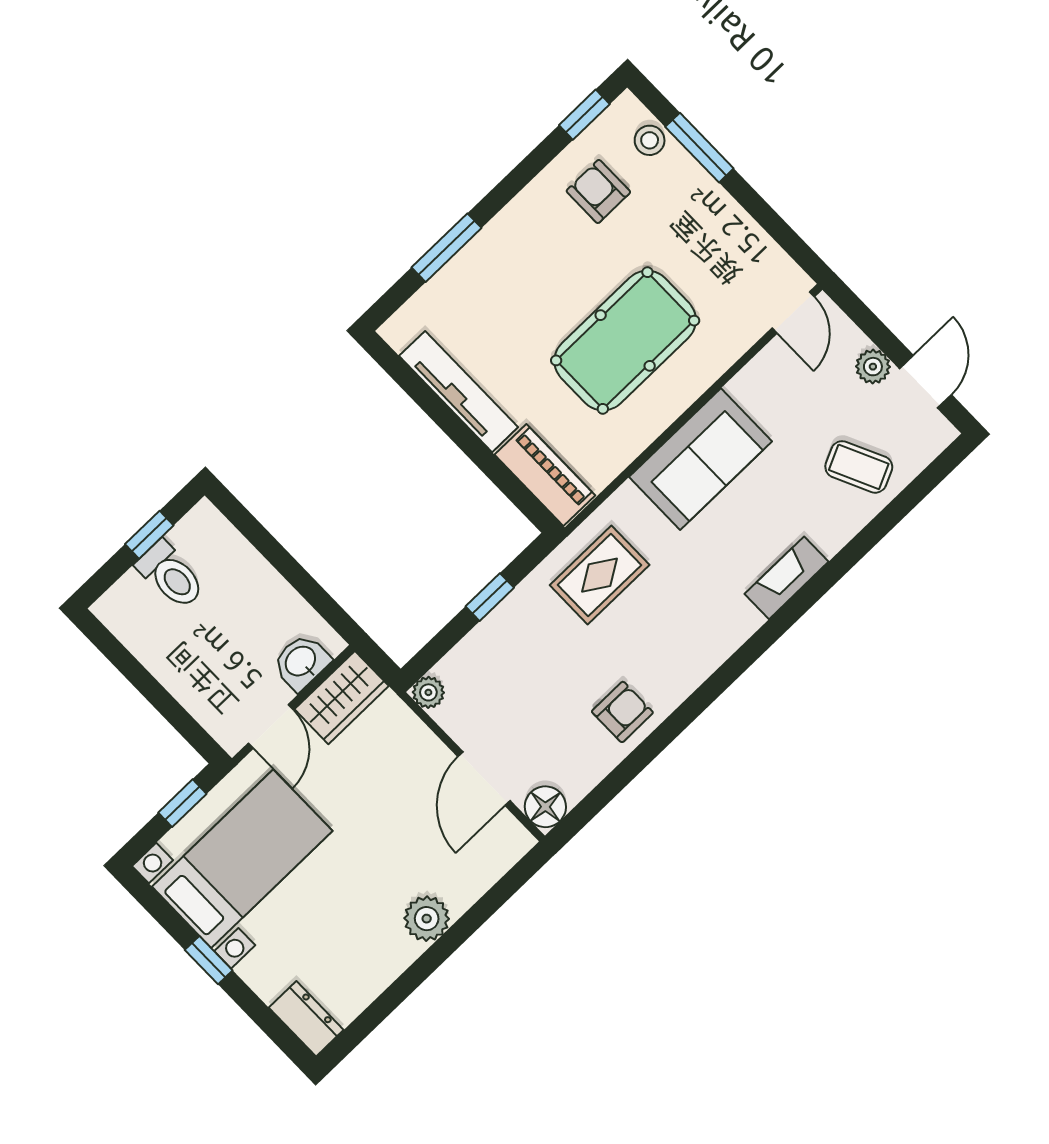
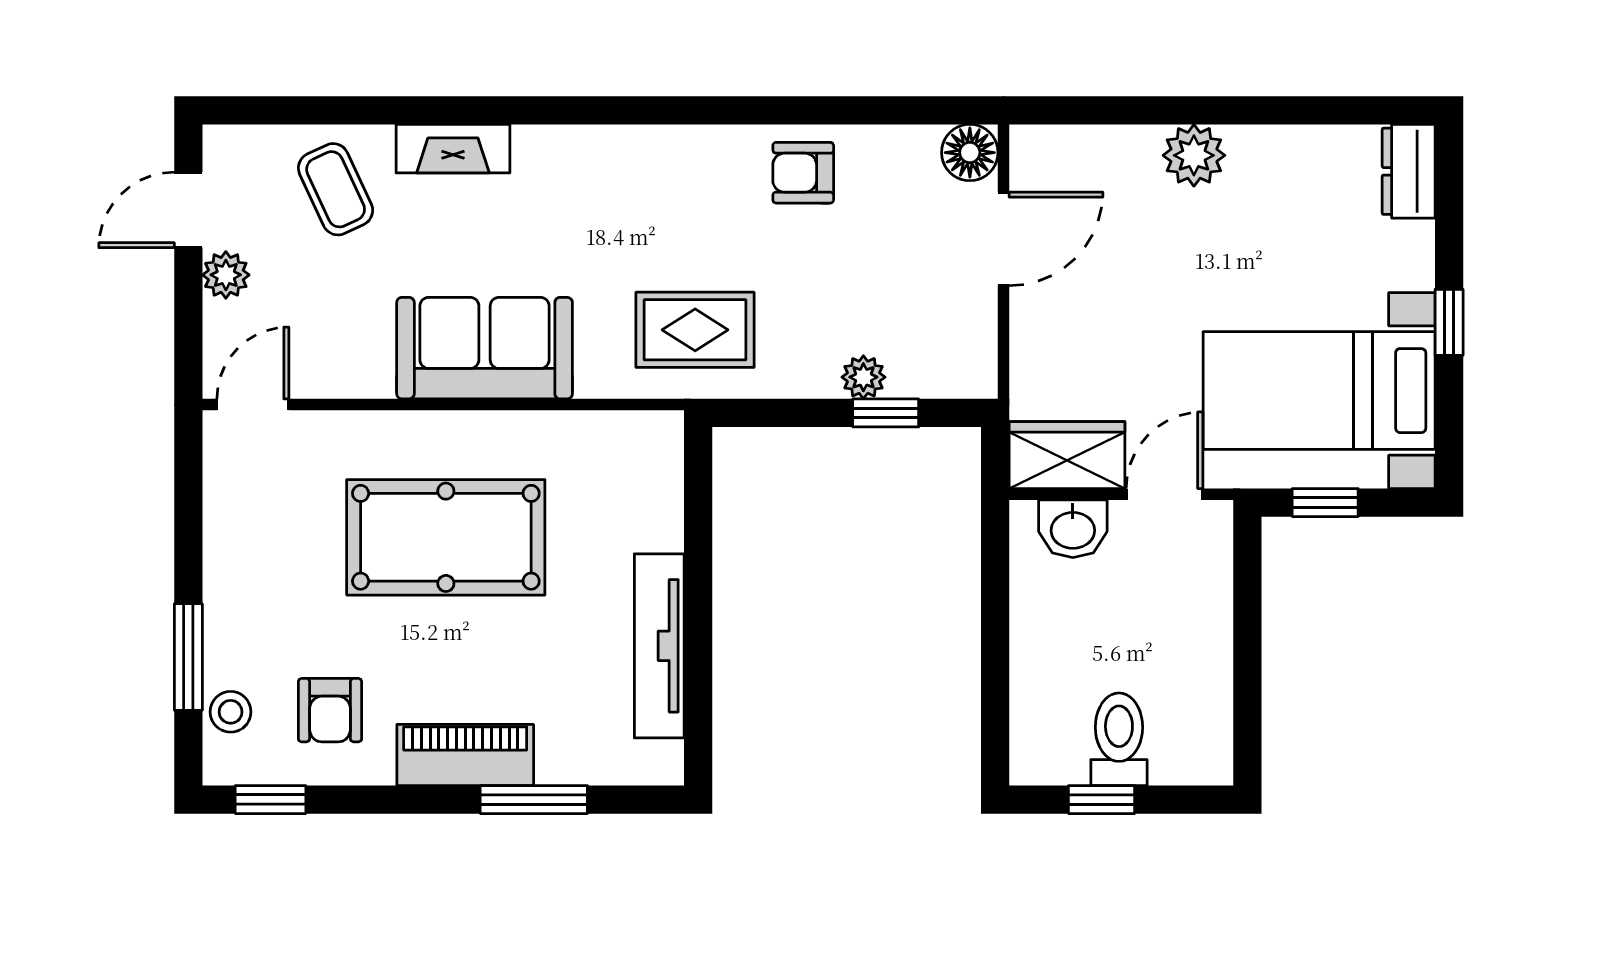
piano: (545, 475) -> (465, 755), moved, turned 90
fireplace: (787, 578) -> (453, 149), moved
window: (490, 597) -> (886, 413), moved
plant: (428, 692) -> (863, 377), moved

